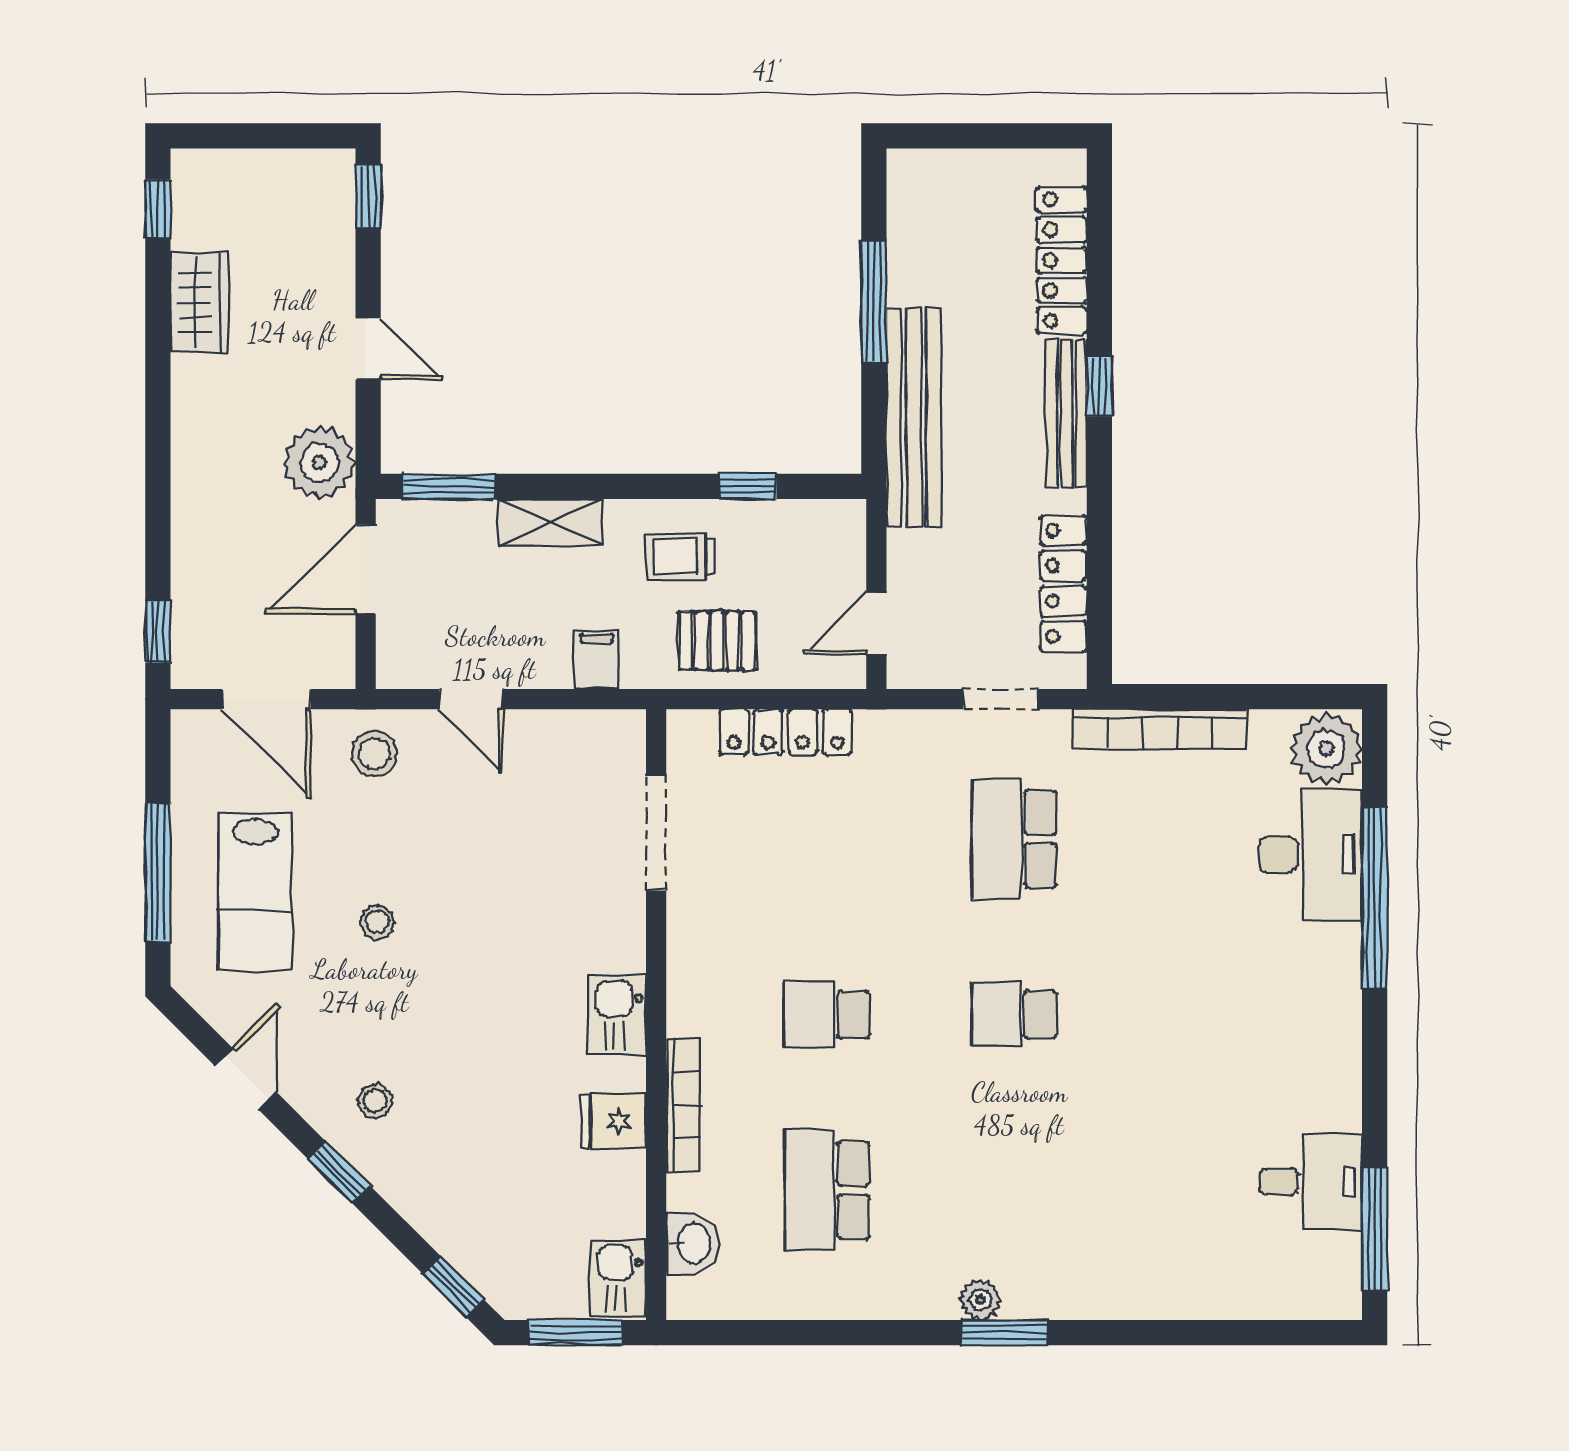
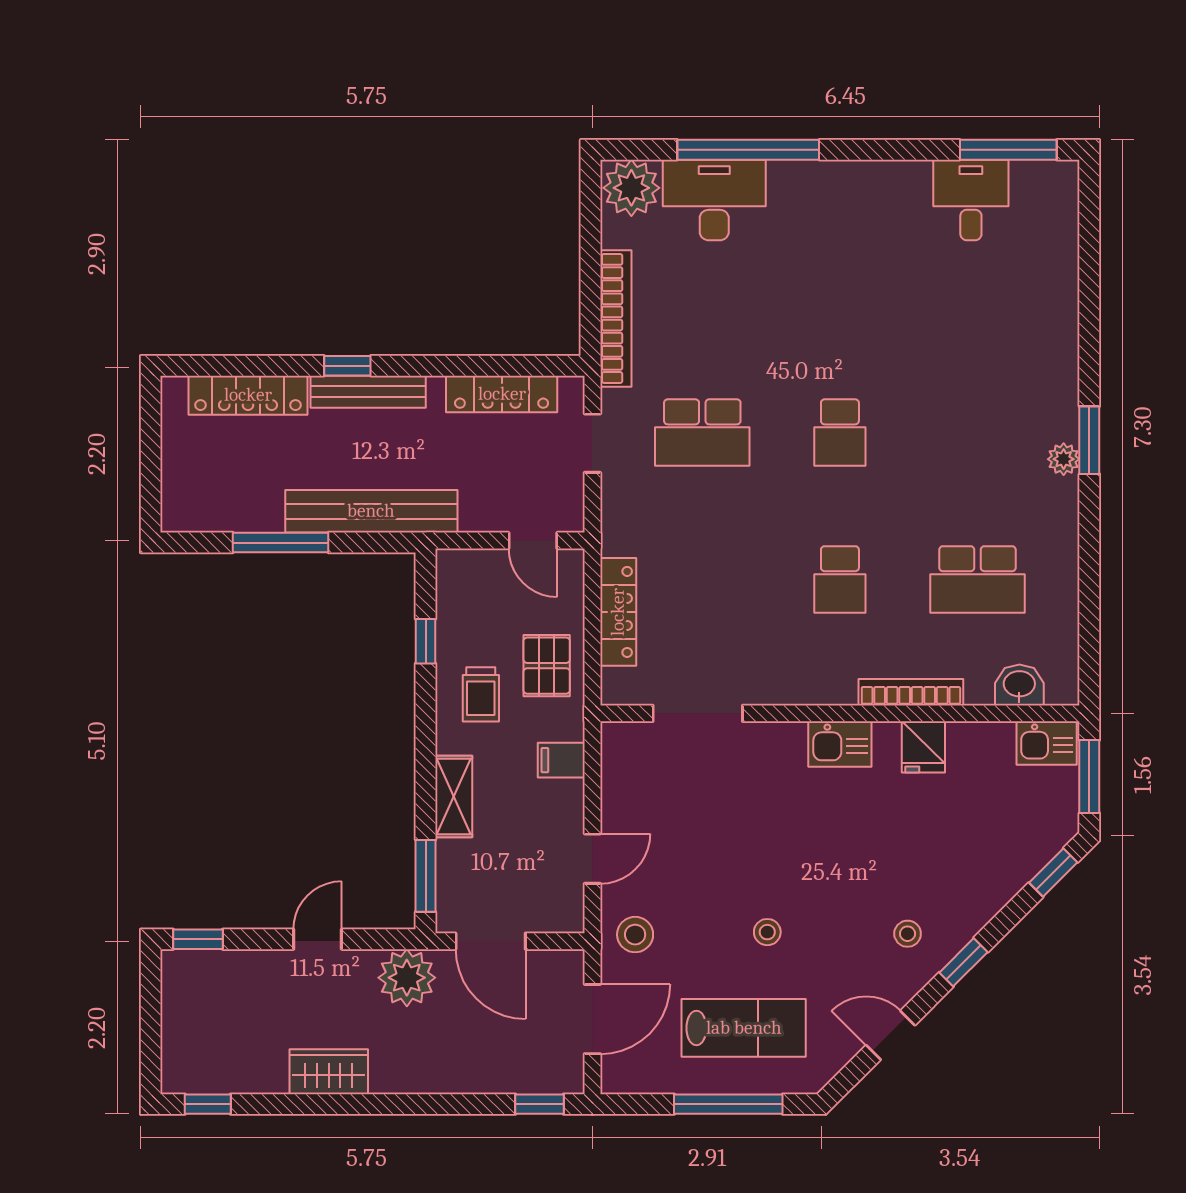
wardrobe: (199, 302) -> (329, 1072), moved

